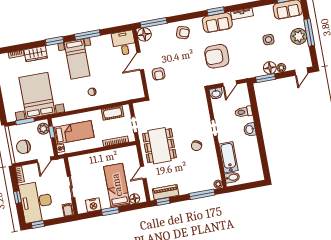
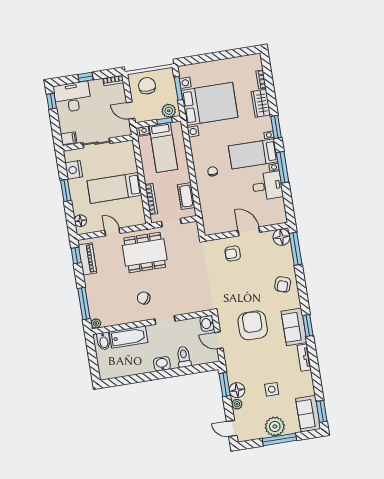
desk: (124, 43) -> (267, 186), moved
bed: (117, 185) -> (114, 188), moved, turned 180
desk: (36, 202) -> (72, 97), width x0.73, depth x0.77

